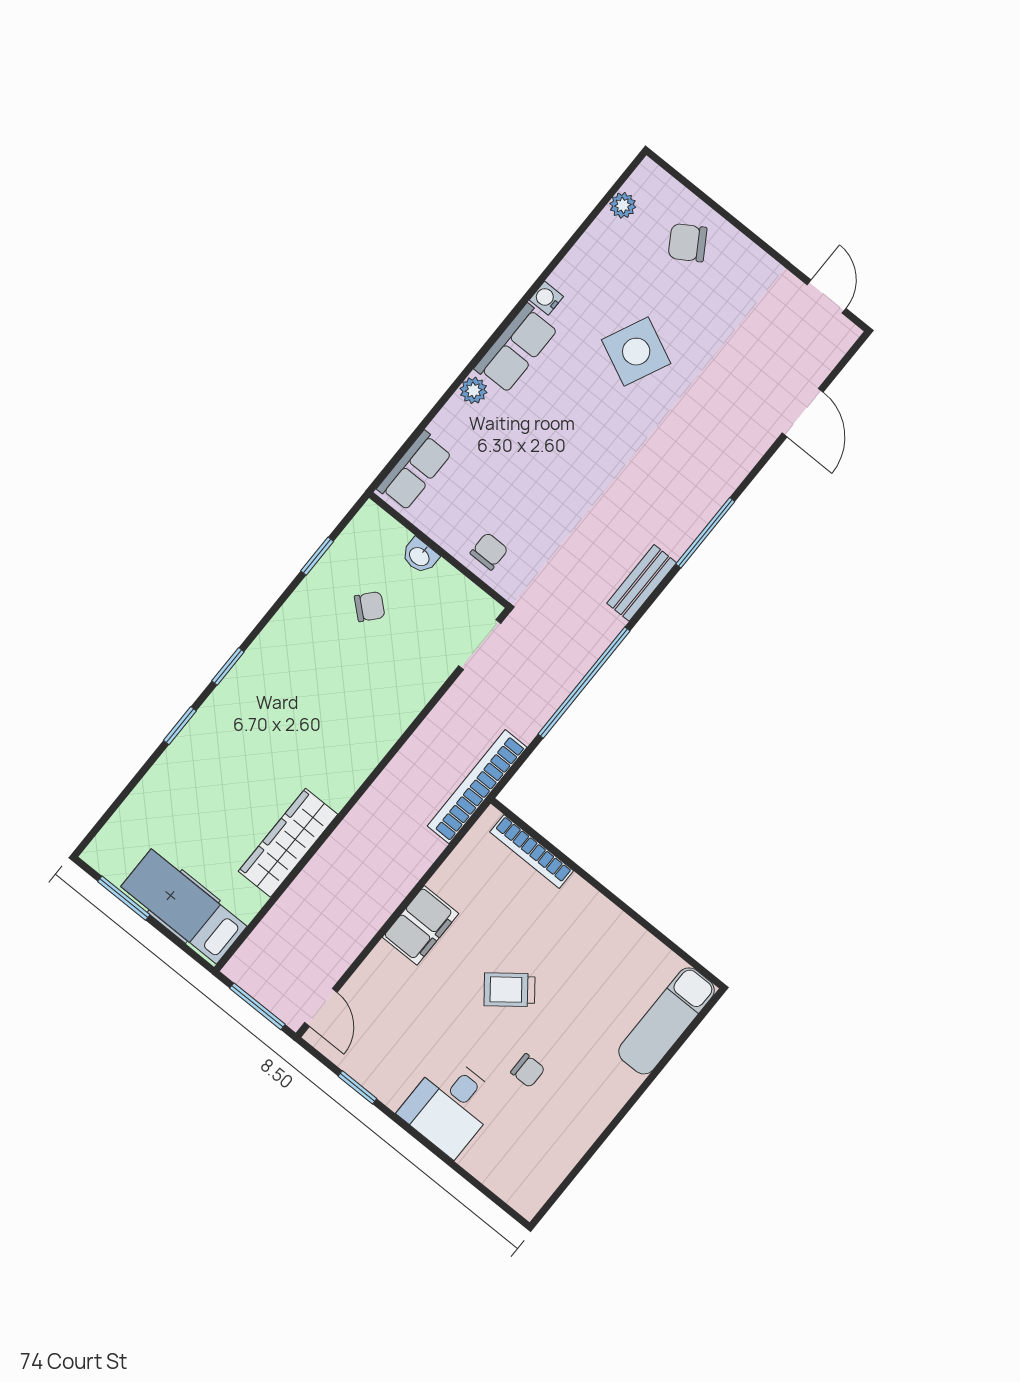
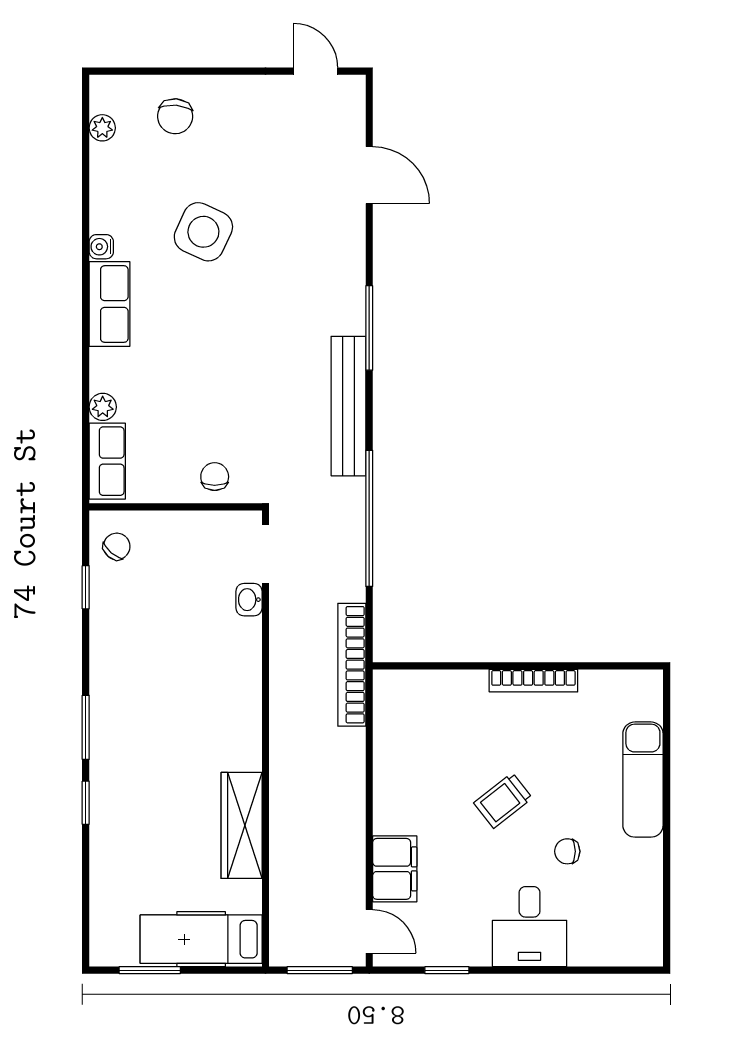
chair: (687, 243) -> (175, 116), turned -53
plant: (474, 390) -> (103, 407), moved
washbasin: (420, 556) -> (249, 600), moved, turned 90
bench: (642, 583) -> (348, 406), width x1.86, depth x1.21
chair: (370, 607) -> (117, 546), moved
window: (228, 666) -> (86, 727), width x1.50
bookcase: (532, 851) -> (533, 681), moved
filing cabinet: (421, 925) -> (395, 869), moved
exam couch: (667, 1021) -> (643, 780), moved
chair: (528, 1071) -> (567, 851), turned 180

